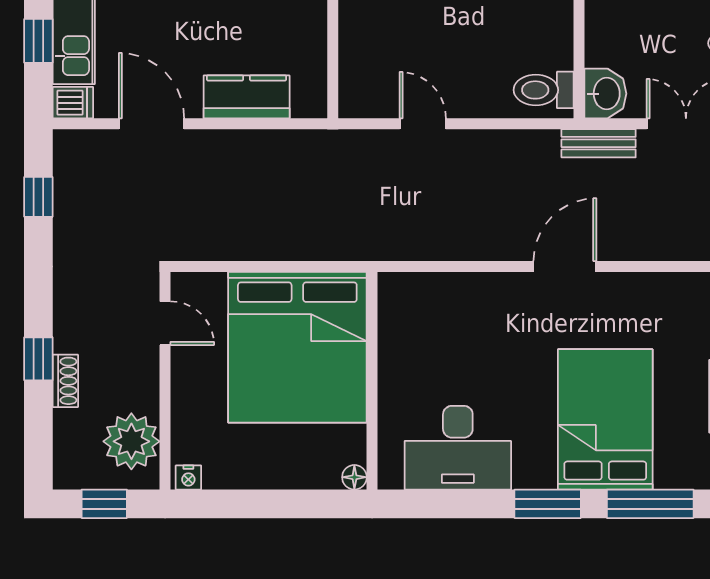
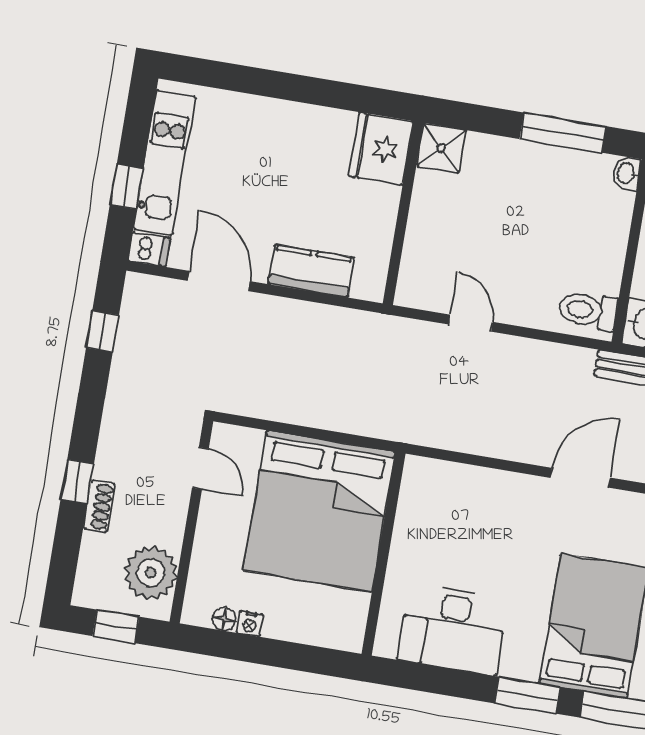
floor lamp: (354, 477) -> (224, 619), moved
nightstand: (188, 478) -> (250, 624), moved

